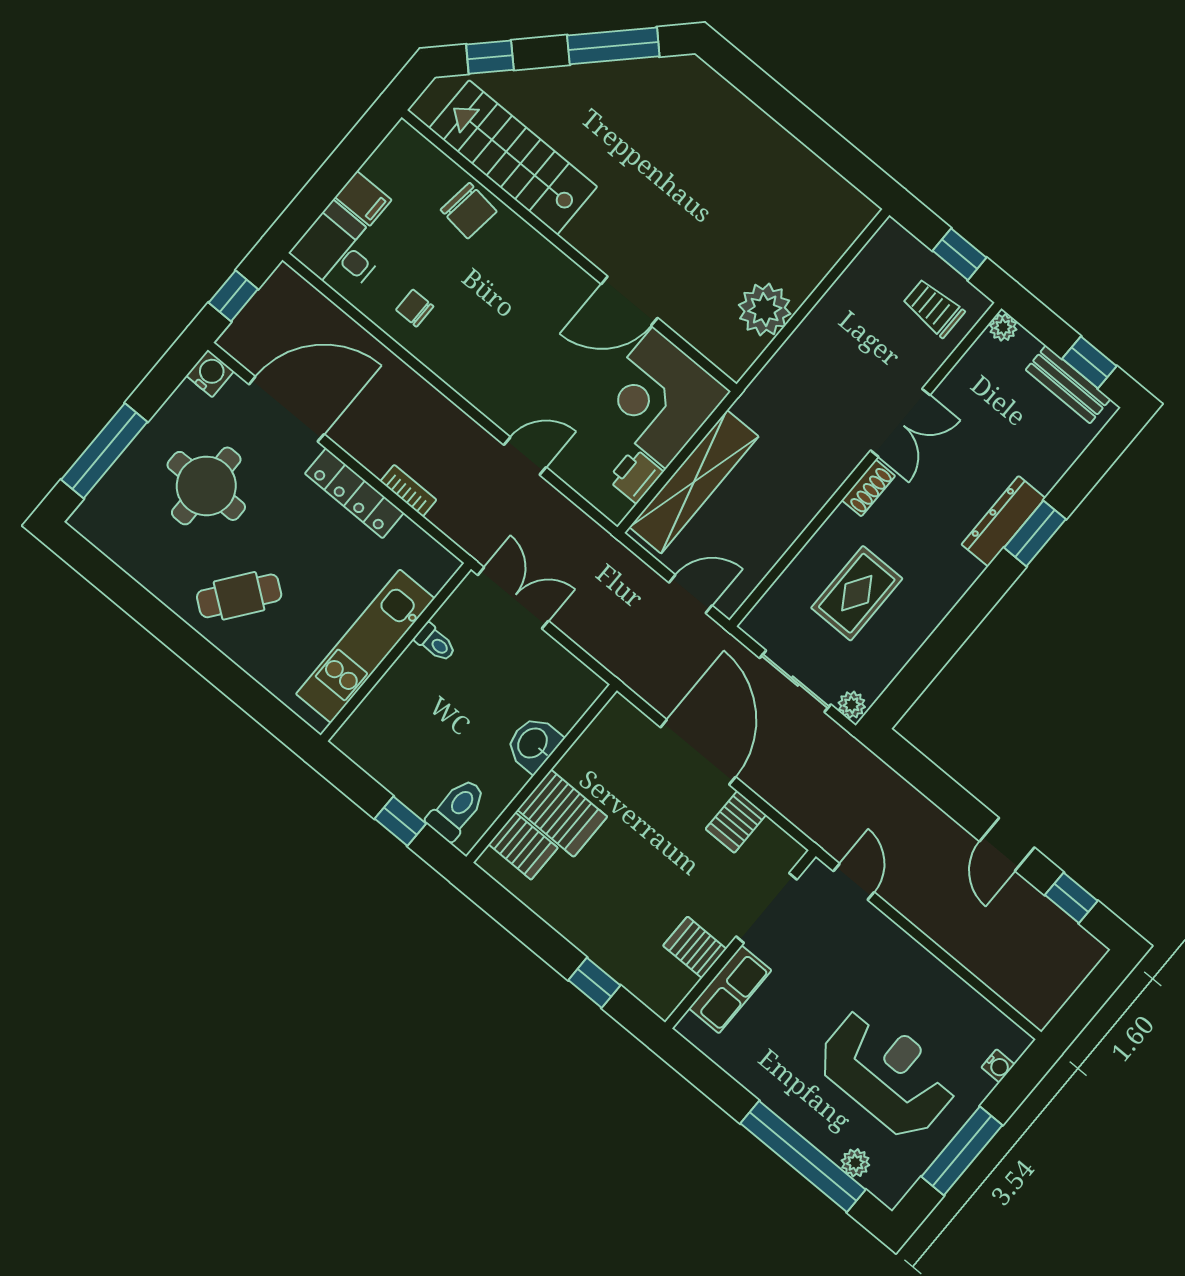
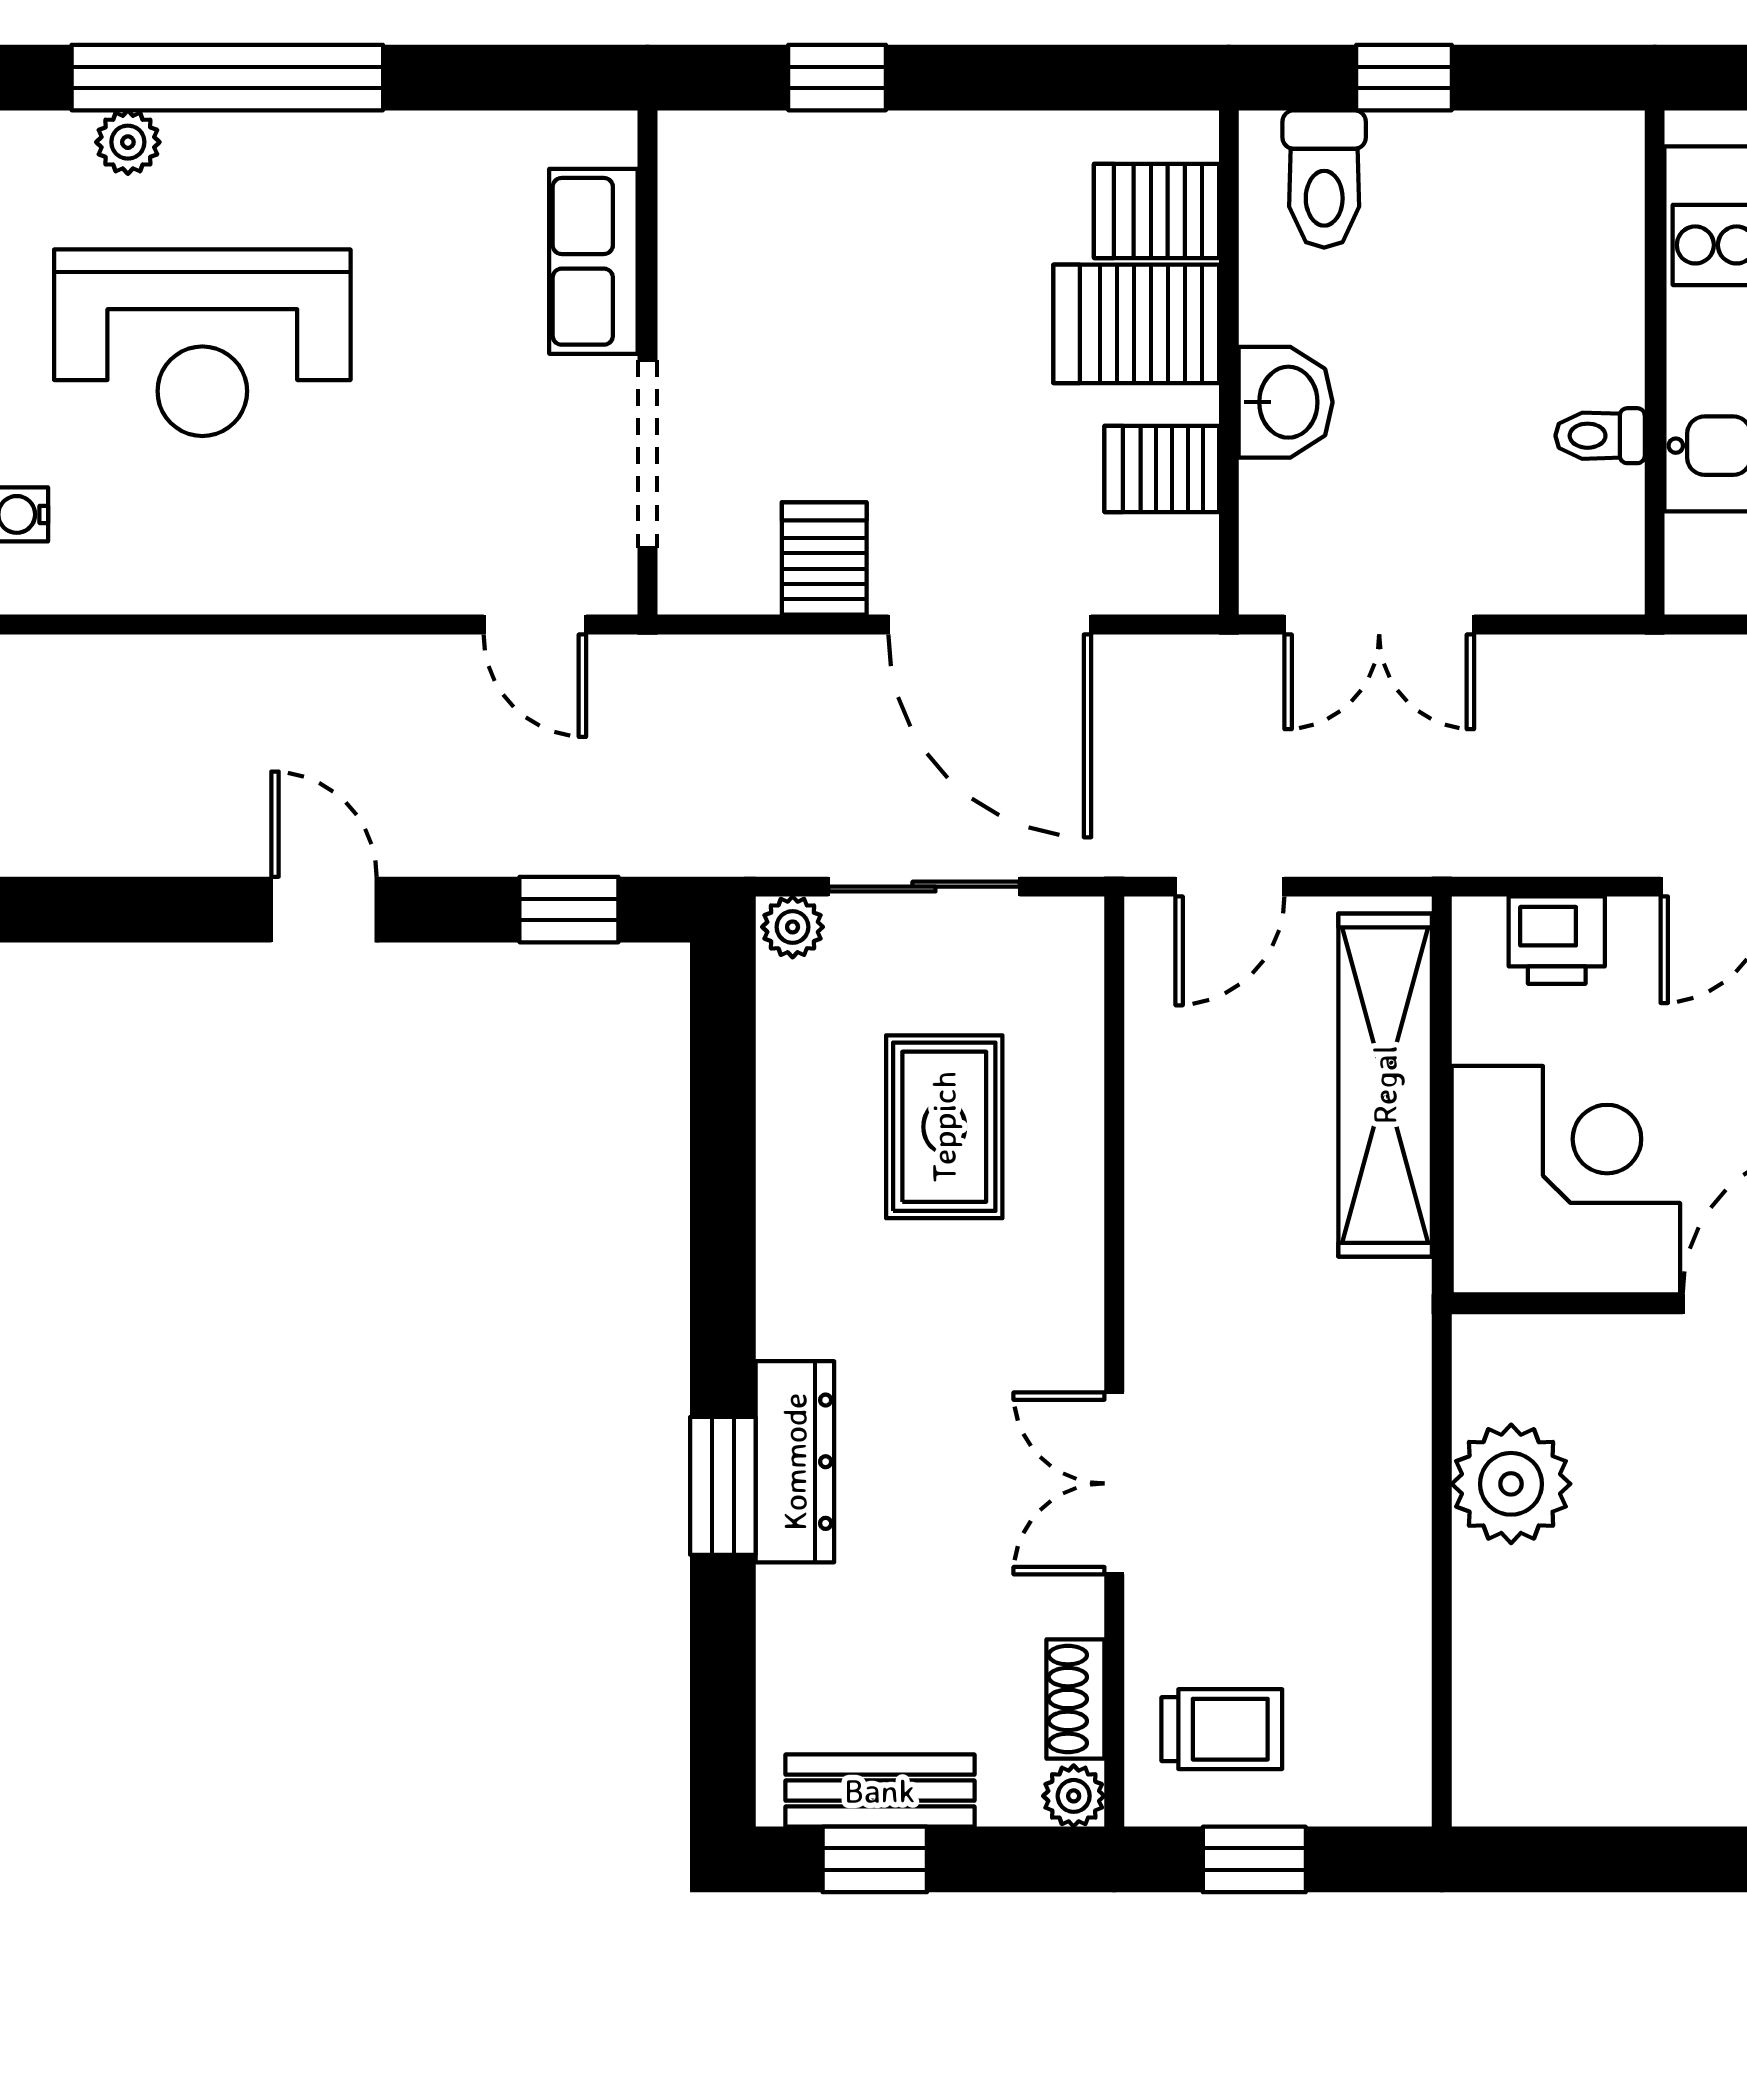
printer: (635, 476) -> (1557, 940), moved, turned 90
shoe rack: (868, 488) -> (1075, 1699), moved
double door: (513, 598) -> (1379, 625), moved
window: (1071, 898) -> (569, 910), moved
server rack: (695, 947) -> (1162, 469), moved, turned 180

